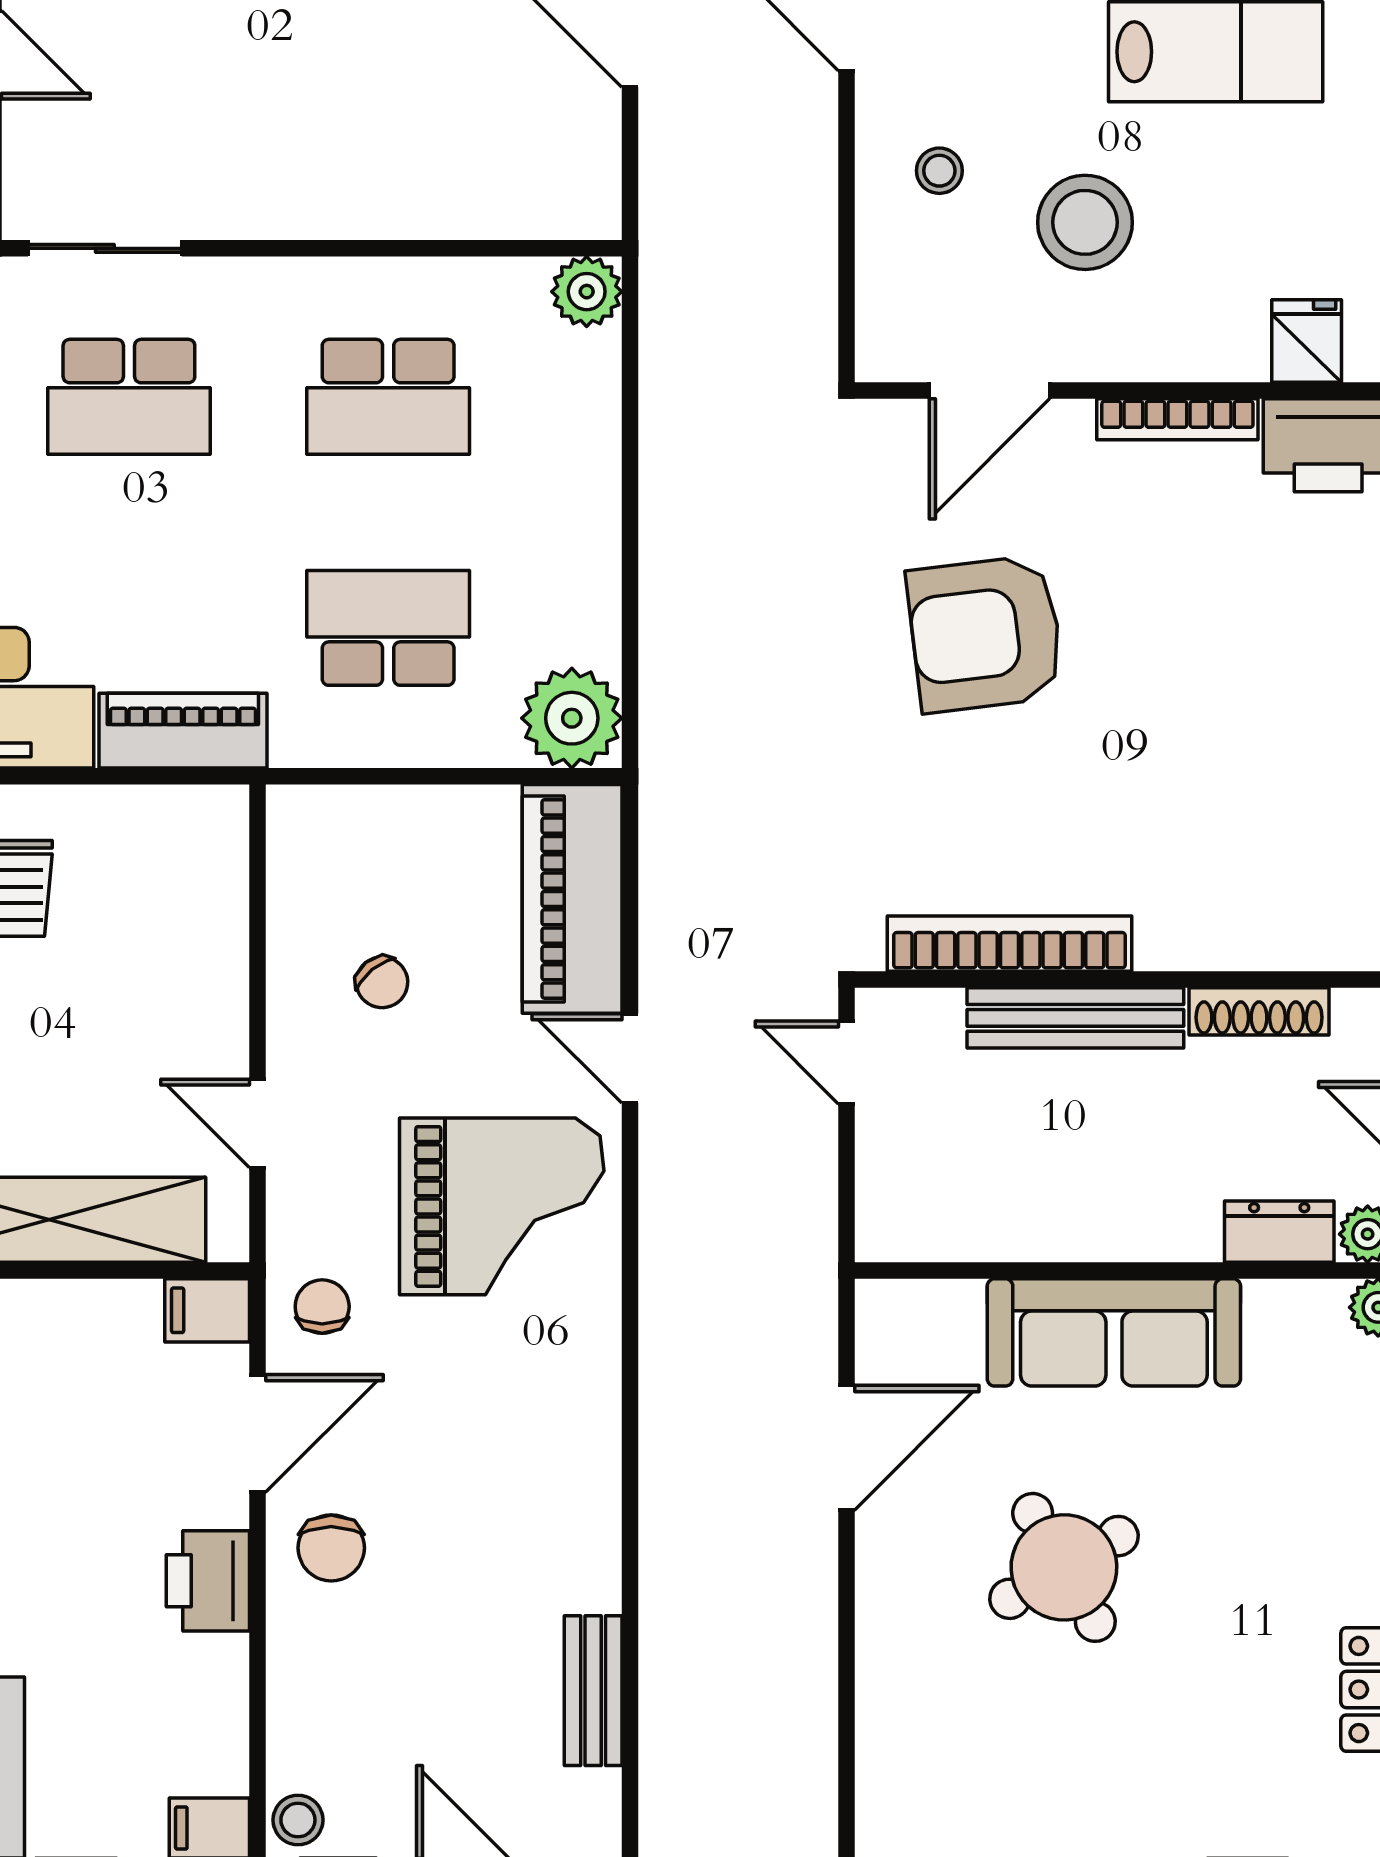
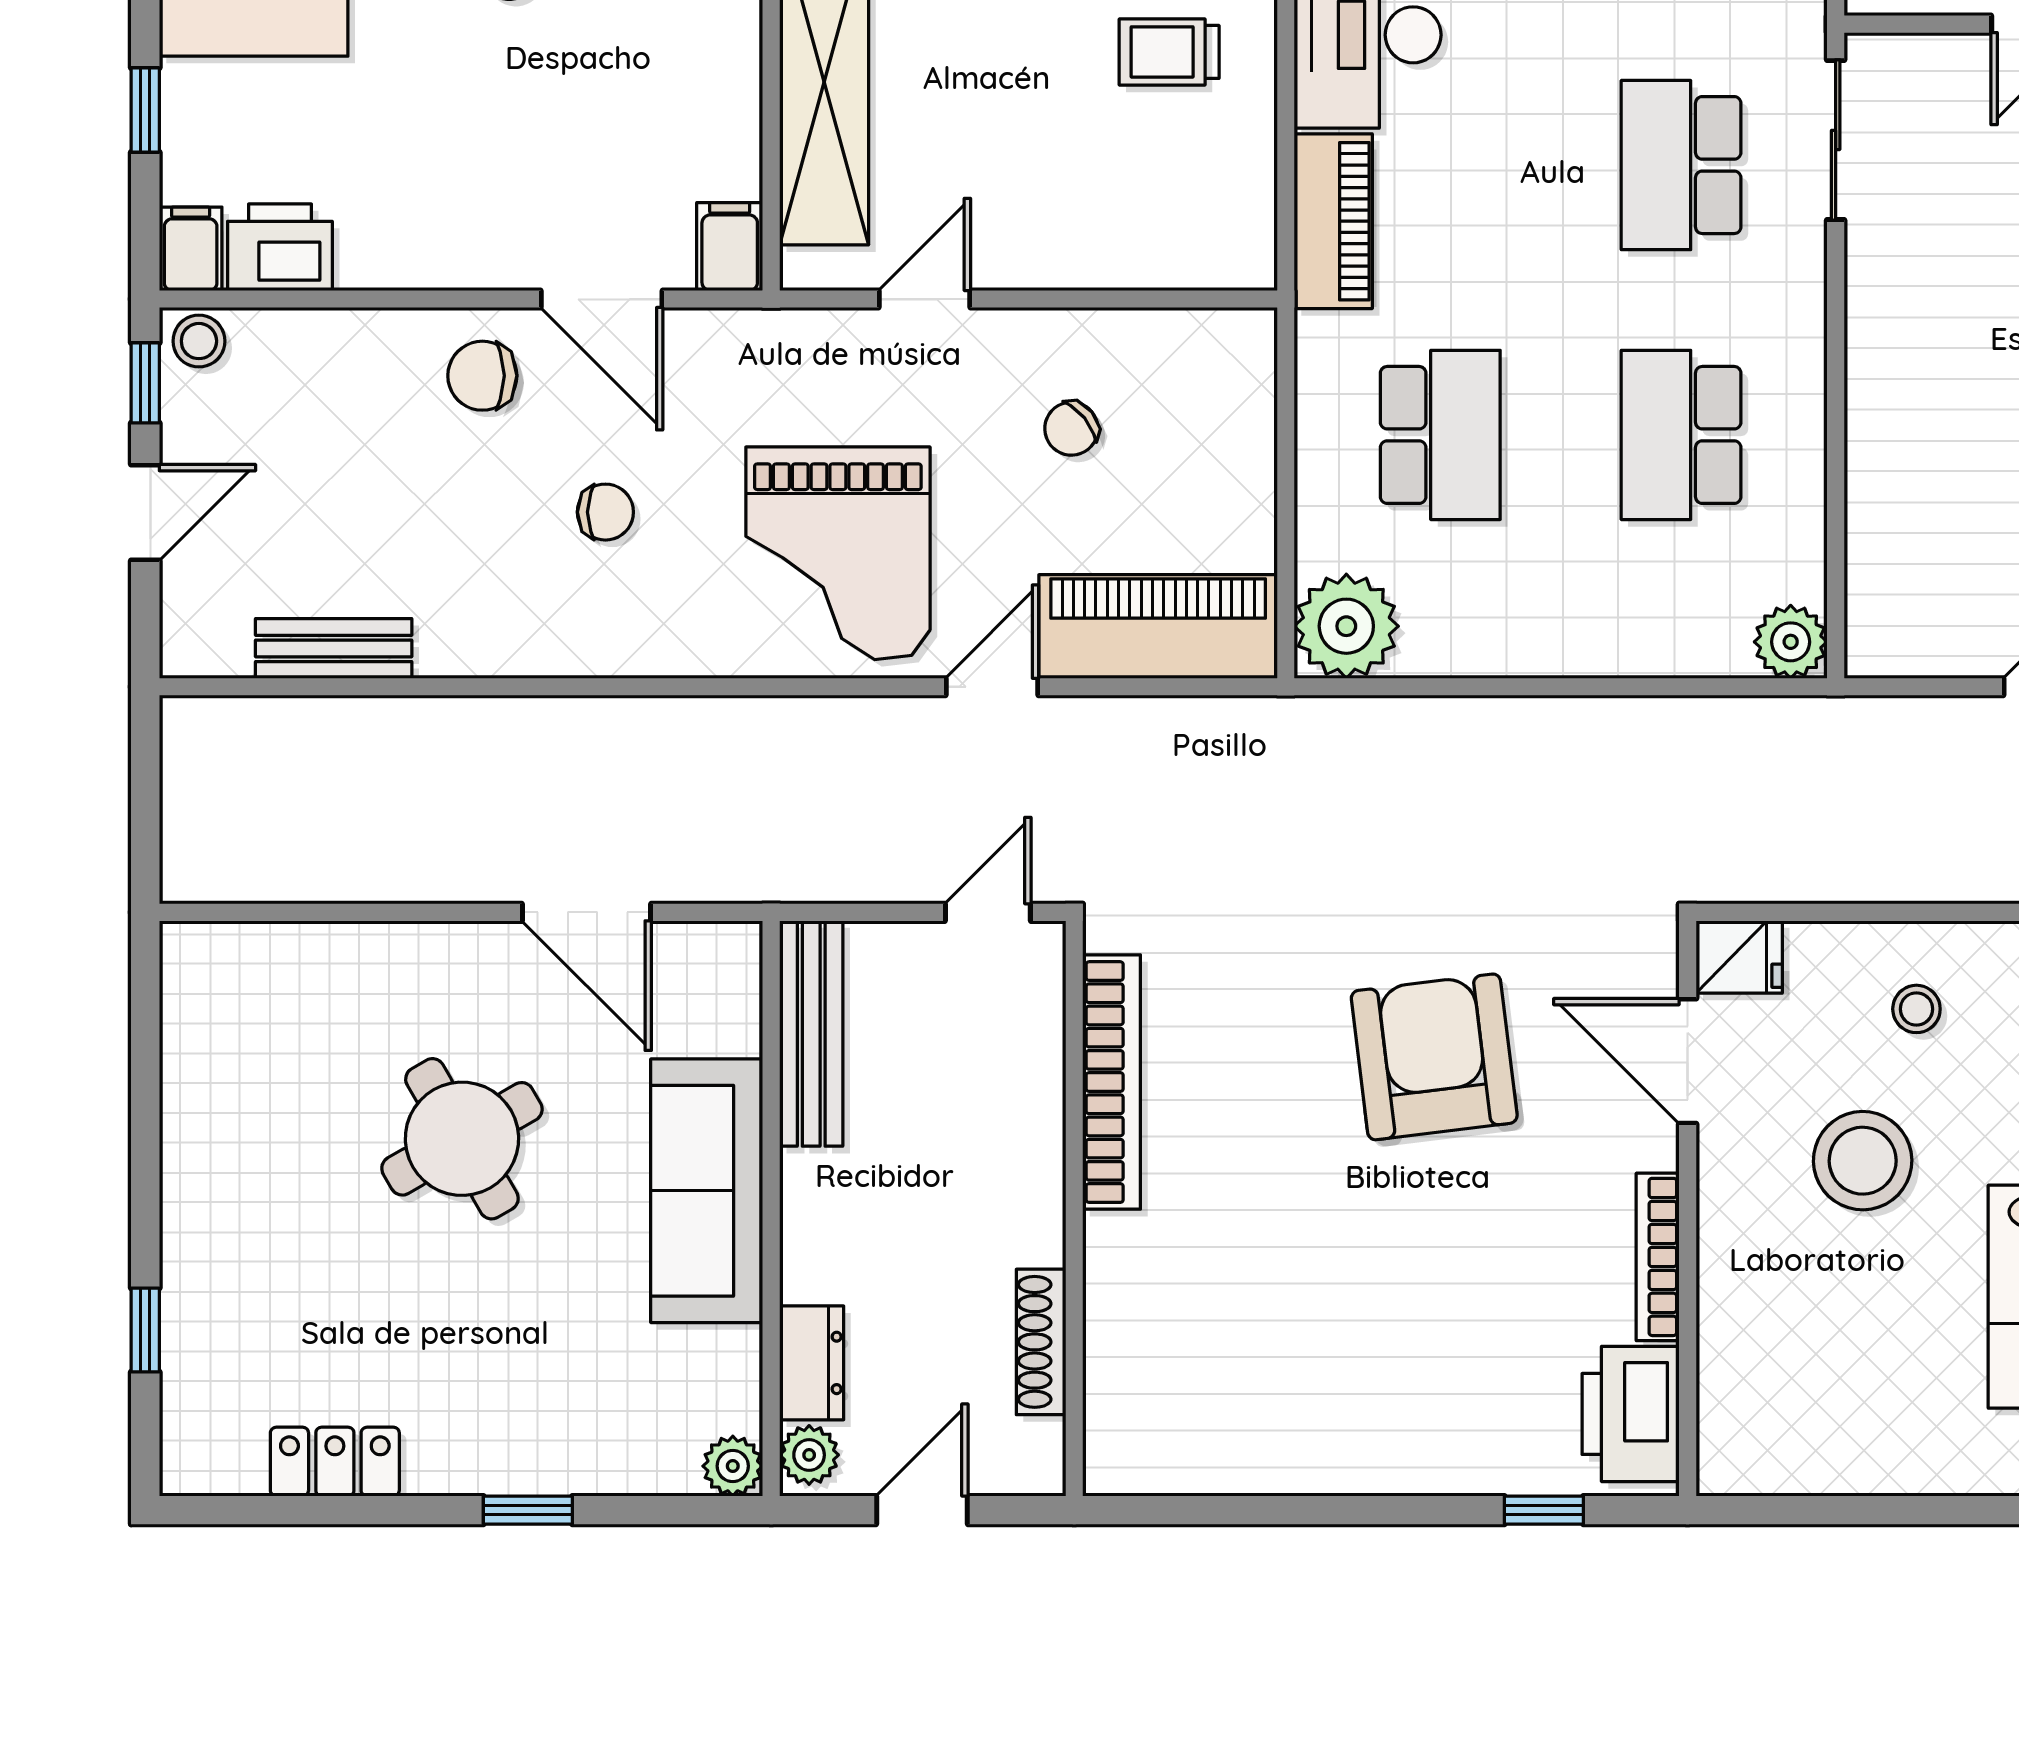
fridge: (1307, 341) -> (1739, 957), moved
bench: (1075, 1018) -> (811, 1034), moved
chair: (322, 1307) -> (605, 512), moved
printer: (208, 1581) -> (280, 247), moved

